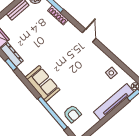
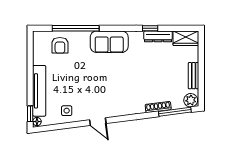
door: (89, 35) -> (98, 122), moved
armchair: (72, 114) -> (60, 45), turned -90

